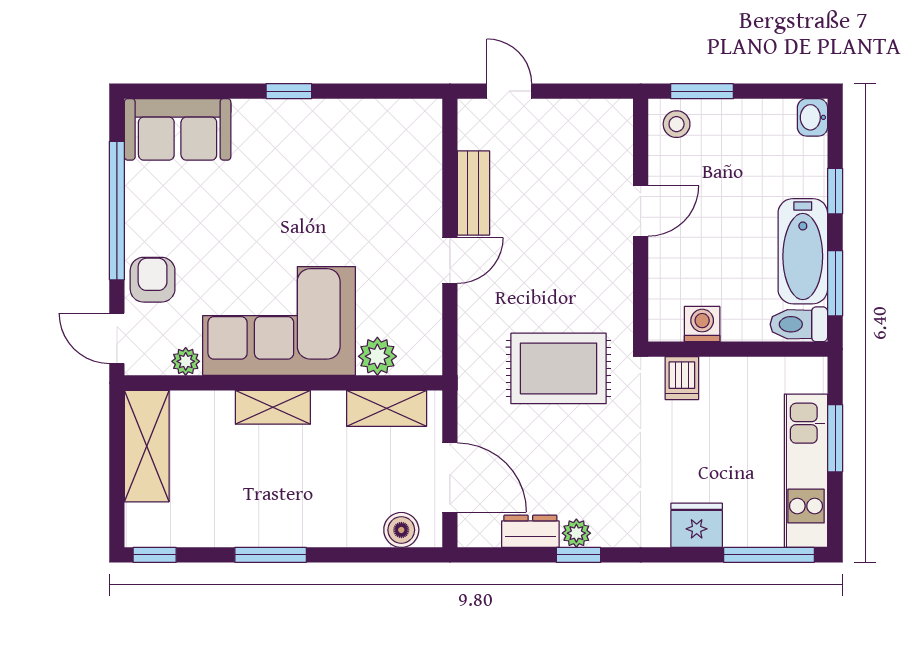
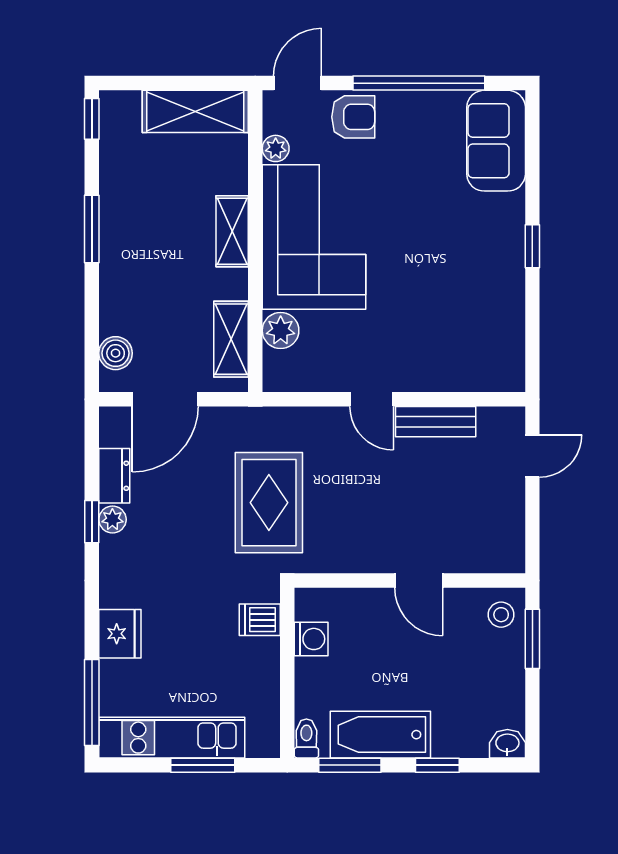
toilet: (799, 324) -> (306, 738), width x0.73, depth x0.72

